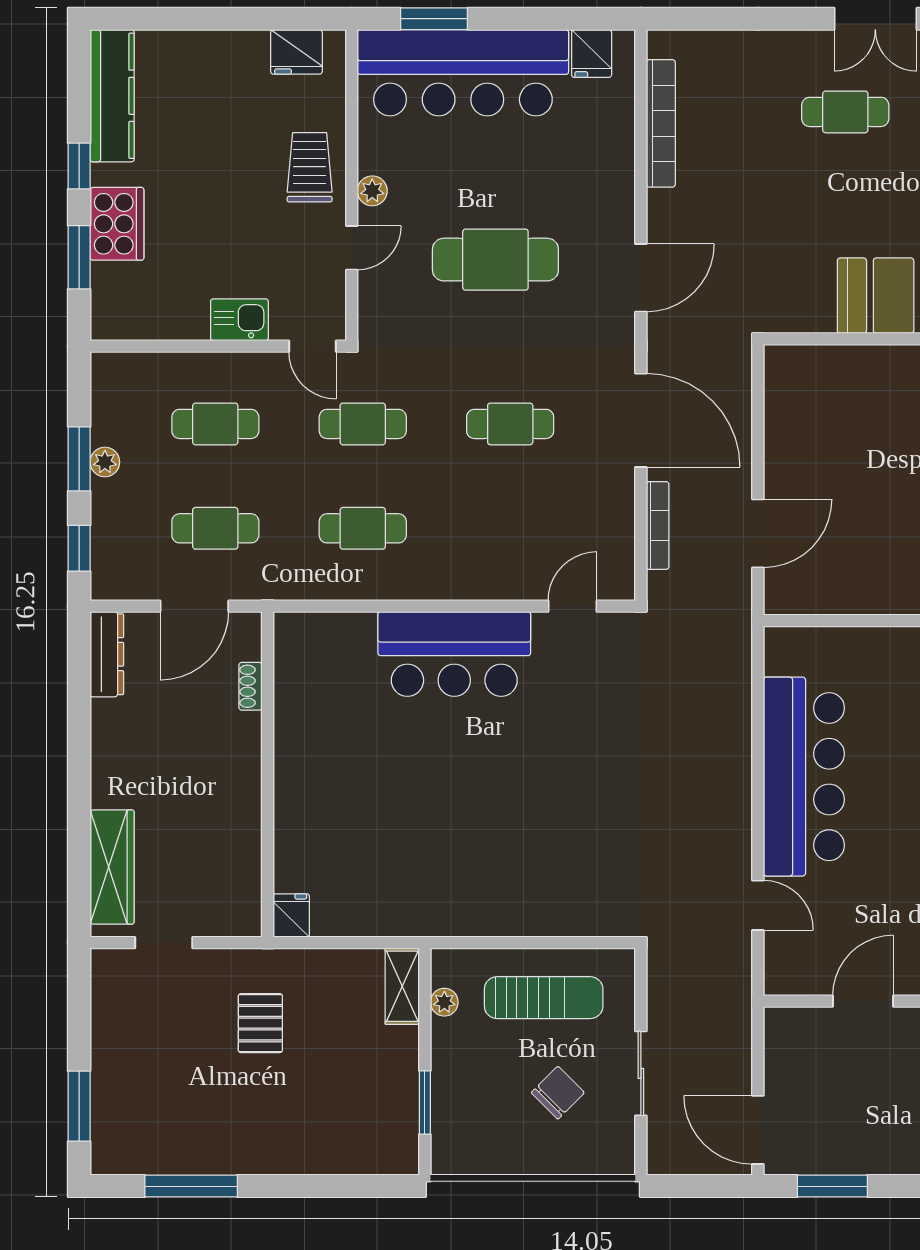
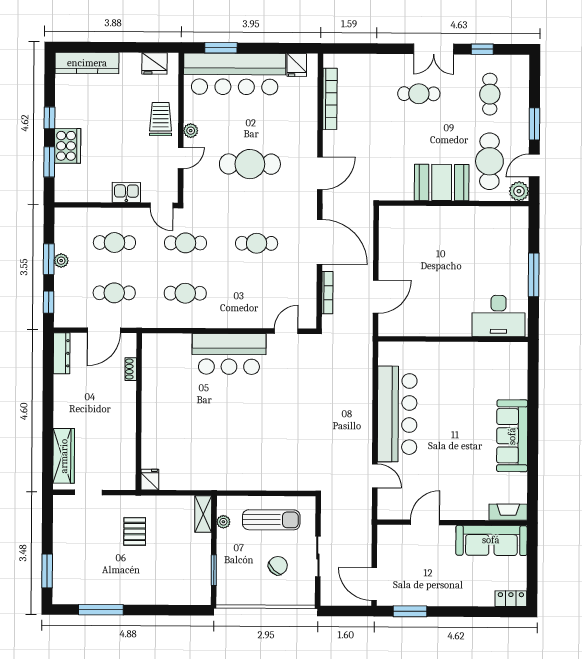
kitchen counter: (112, 96) -> (87, 63), moved, turned 90

